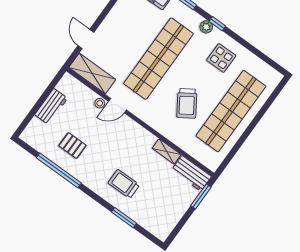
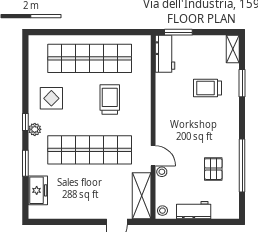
stool: (69, 81) -> (162, 211), added
trolley: (187, 103) -> (110, 100), turned -57
shelving: (167, 151) -> (233, 49), moved
trolley: (124, 184) -> (207, 88), moved, turned 90

